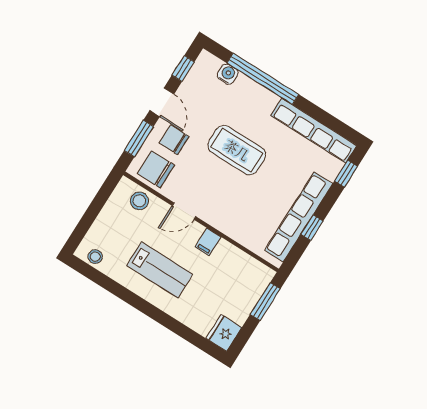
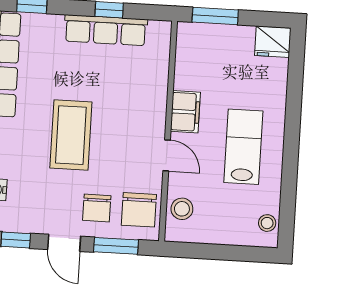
door: (162, 102) -> (64, 243), swing flipped
row of seats: (299, 217) -> (106, 30), width x0.73
filing cabinet: (208, 242) -> (185, 112), width x2.00

